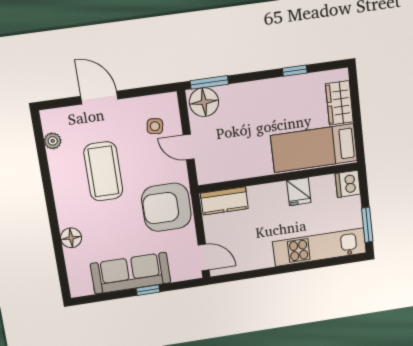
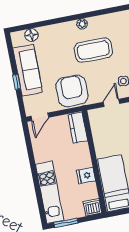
plant: (53, 141) -> (82, 24), moved
floor lamp: (71, 238) -> (32, 35), moved

